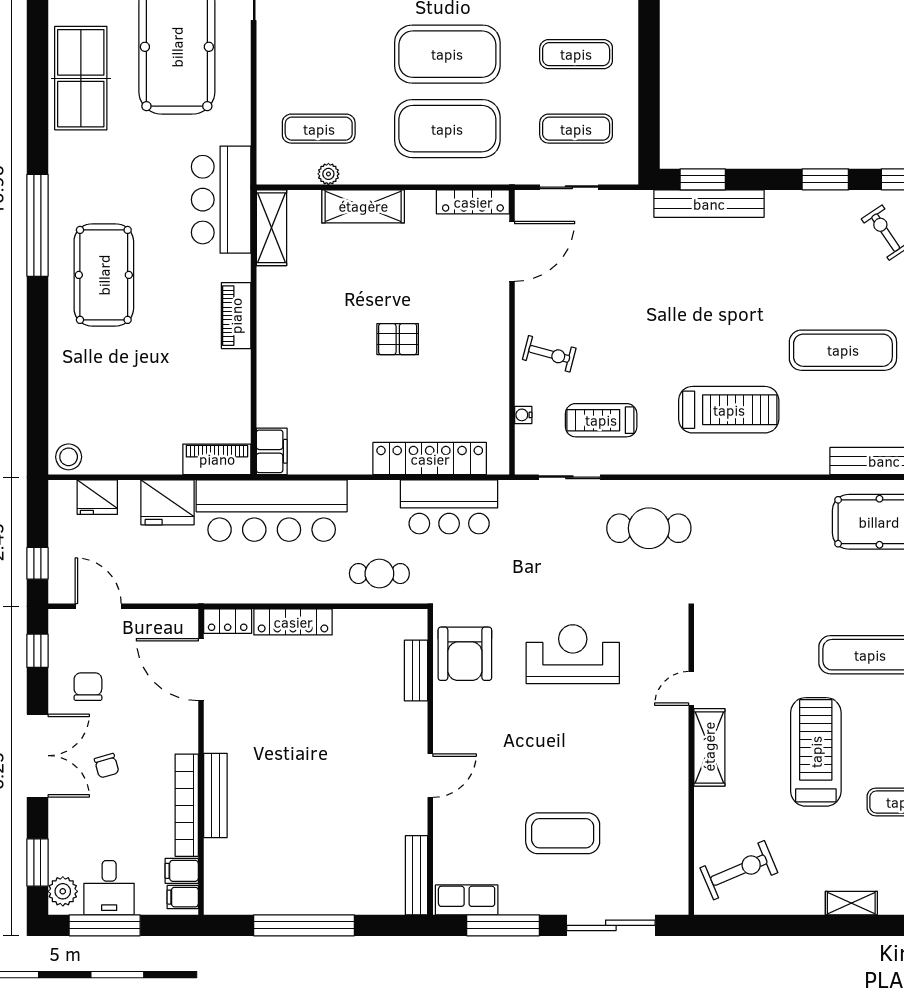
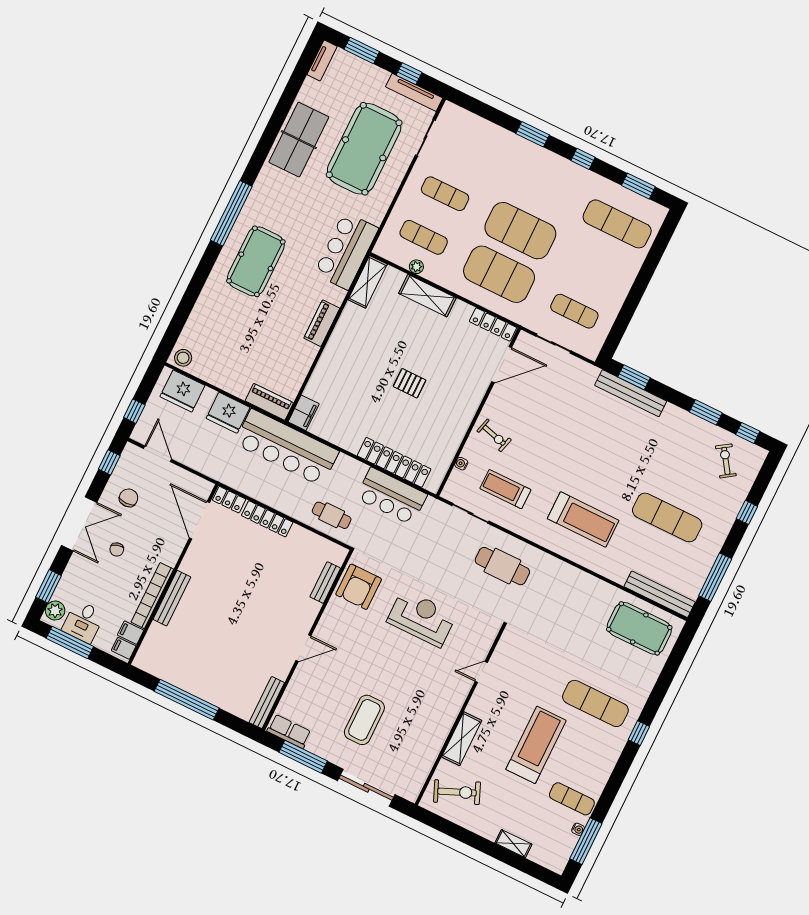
exercise mat: (576, 54) -> (445, 194), moved
fridge: (97, 497) -> (182, 391), width x1.36, depth x1.34
shelving: (709, 747) -> (462, 739), moved
coffee table: (563, 833) -> (364, 720), turned 90

